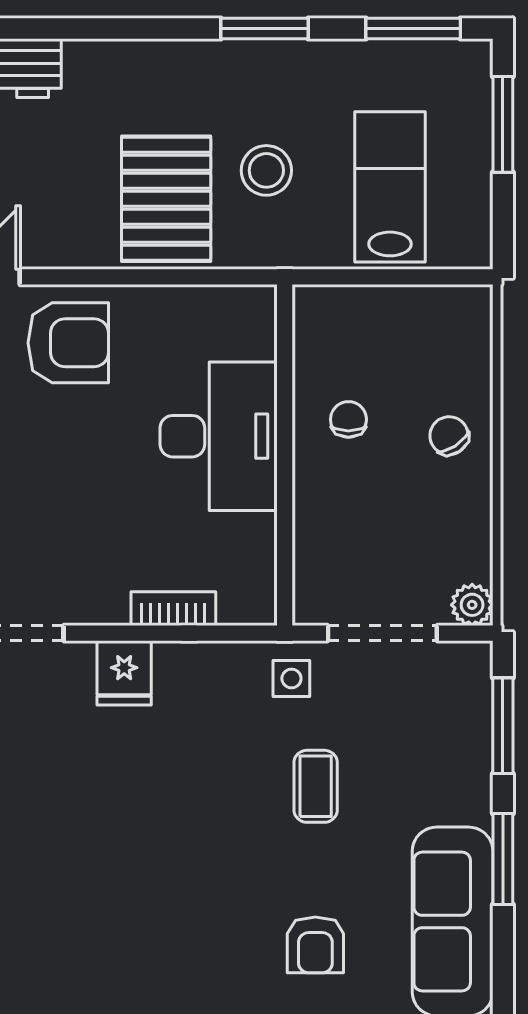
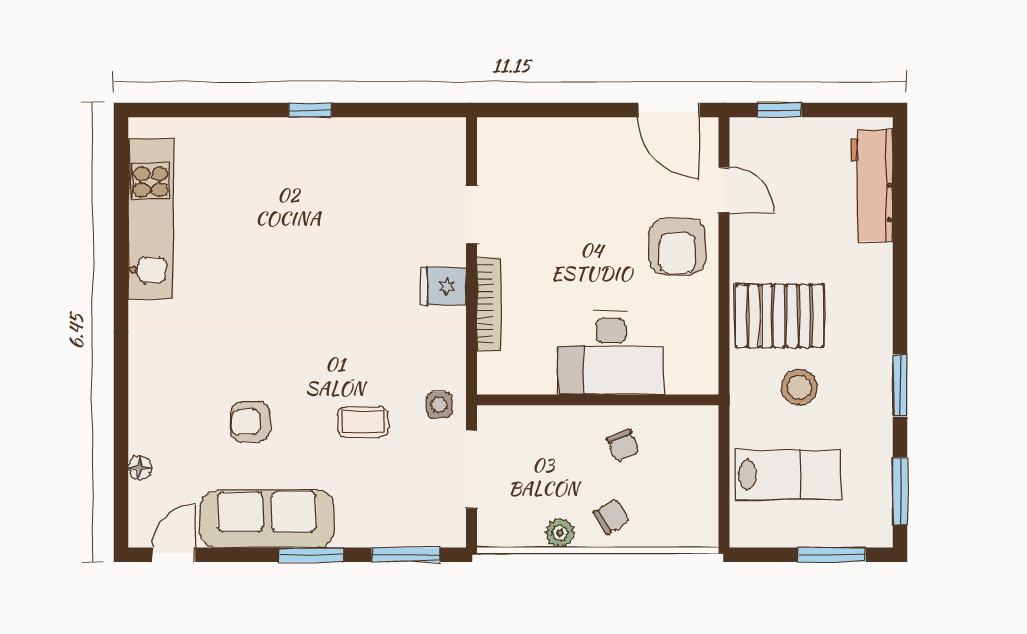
chair: (348, 419) -> (623, 445), turned 67
plant: (472, 605) -> (560, 533), moved
bookcase: (173, 609) -> (489, 304), width x1.56

